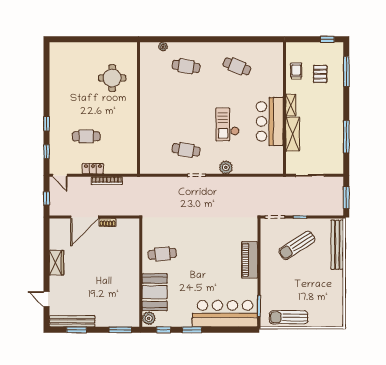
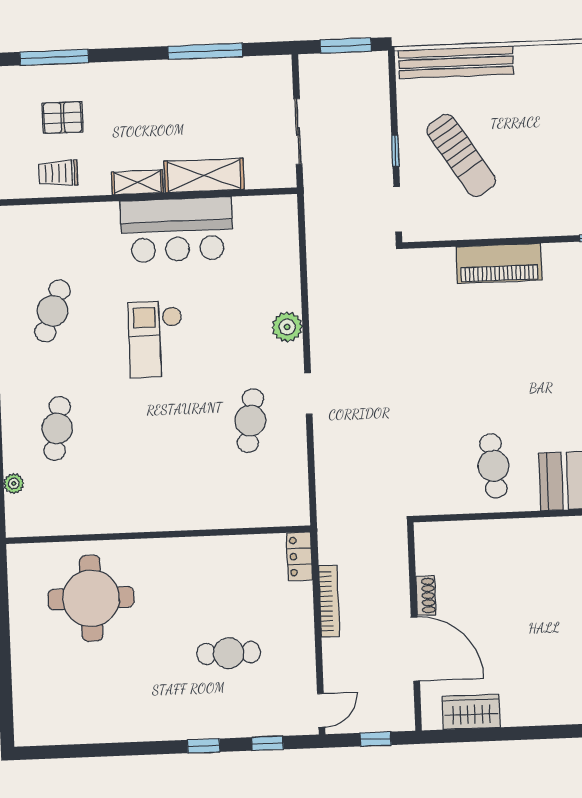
round table: (112, 78) -> (91, 598), width x1.36, depth x1.36
checkout: (228, 124) -> (156, 339), moved, turned 90
cafe table: (86, 136) -> (229, 653), turned 90
locker: (93, 169) -> (300, 556), moved
wardrobe: (57, 263) -> (471, 712), moved

